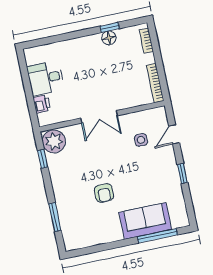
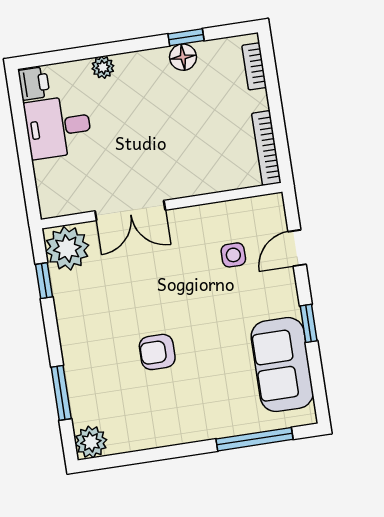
plant: (67, 46) -> (103, 67), added
printer: (42, 104) -> (34, 83), moved
double door: (99, 117) -> (130, 211), moved
armchair: (104, 193) -> (157, 352), turned 90
sofa: (145, 221) -> (282, 365), moved, turned -90
plant: (72, 242) -> (91, 442), added

